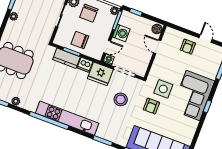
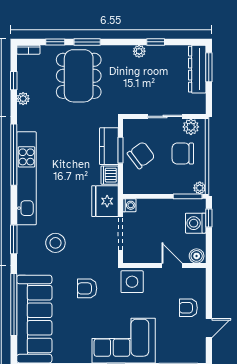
washing machine: (121, 33) -> (196, 223), moved, turned 90
chair: (80, 40) -> (141, 155), turned 53
door: (107, 47) -> (146, 196), removed
door: (157, 47) -> (172, 265), hinge flipped
side table: (163, 89) -> (132, 282), moved
stool: (121, 99) -> (55, 243), moved

